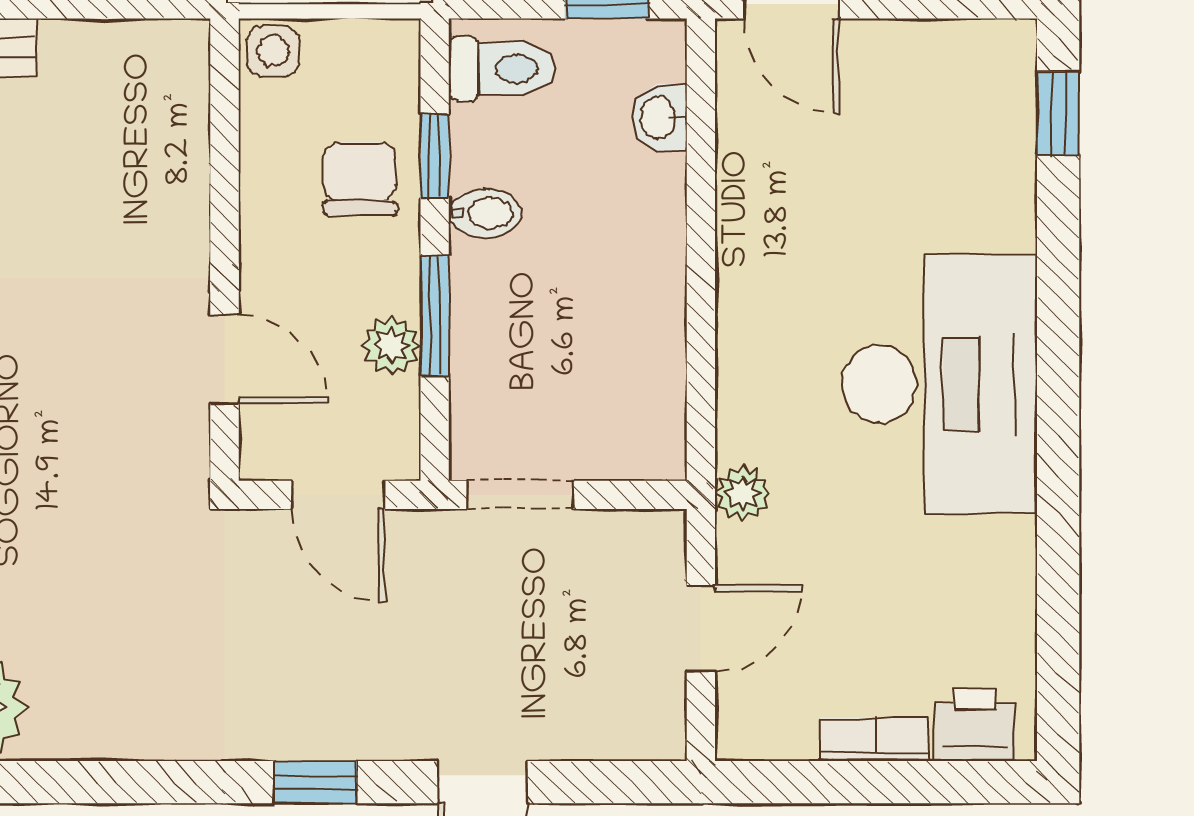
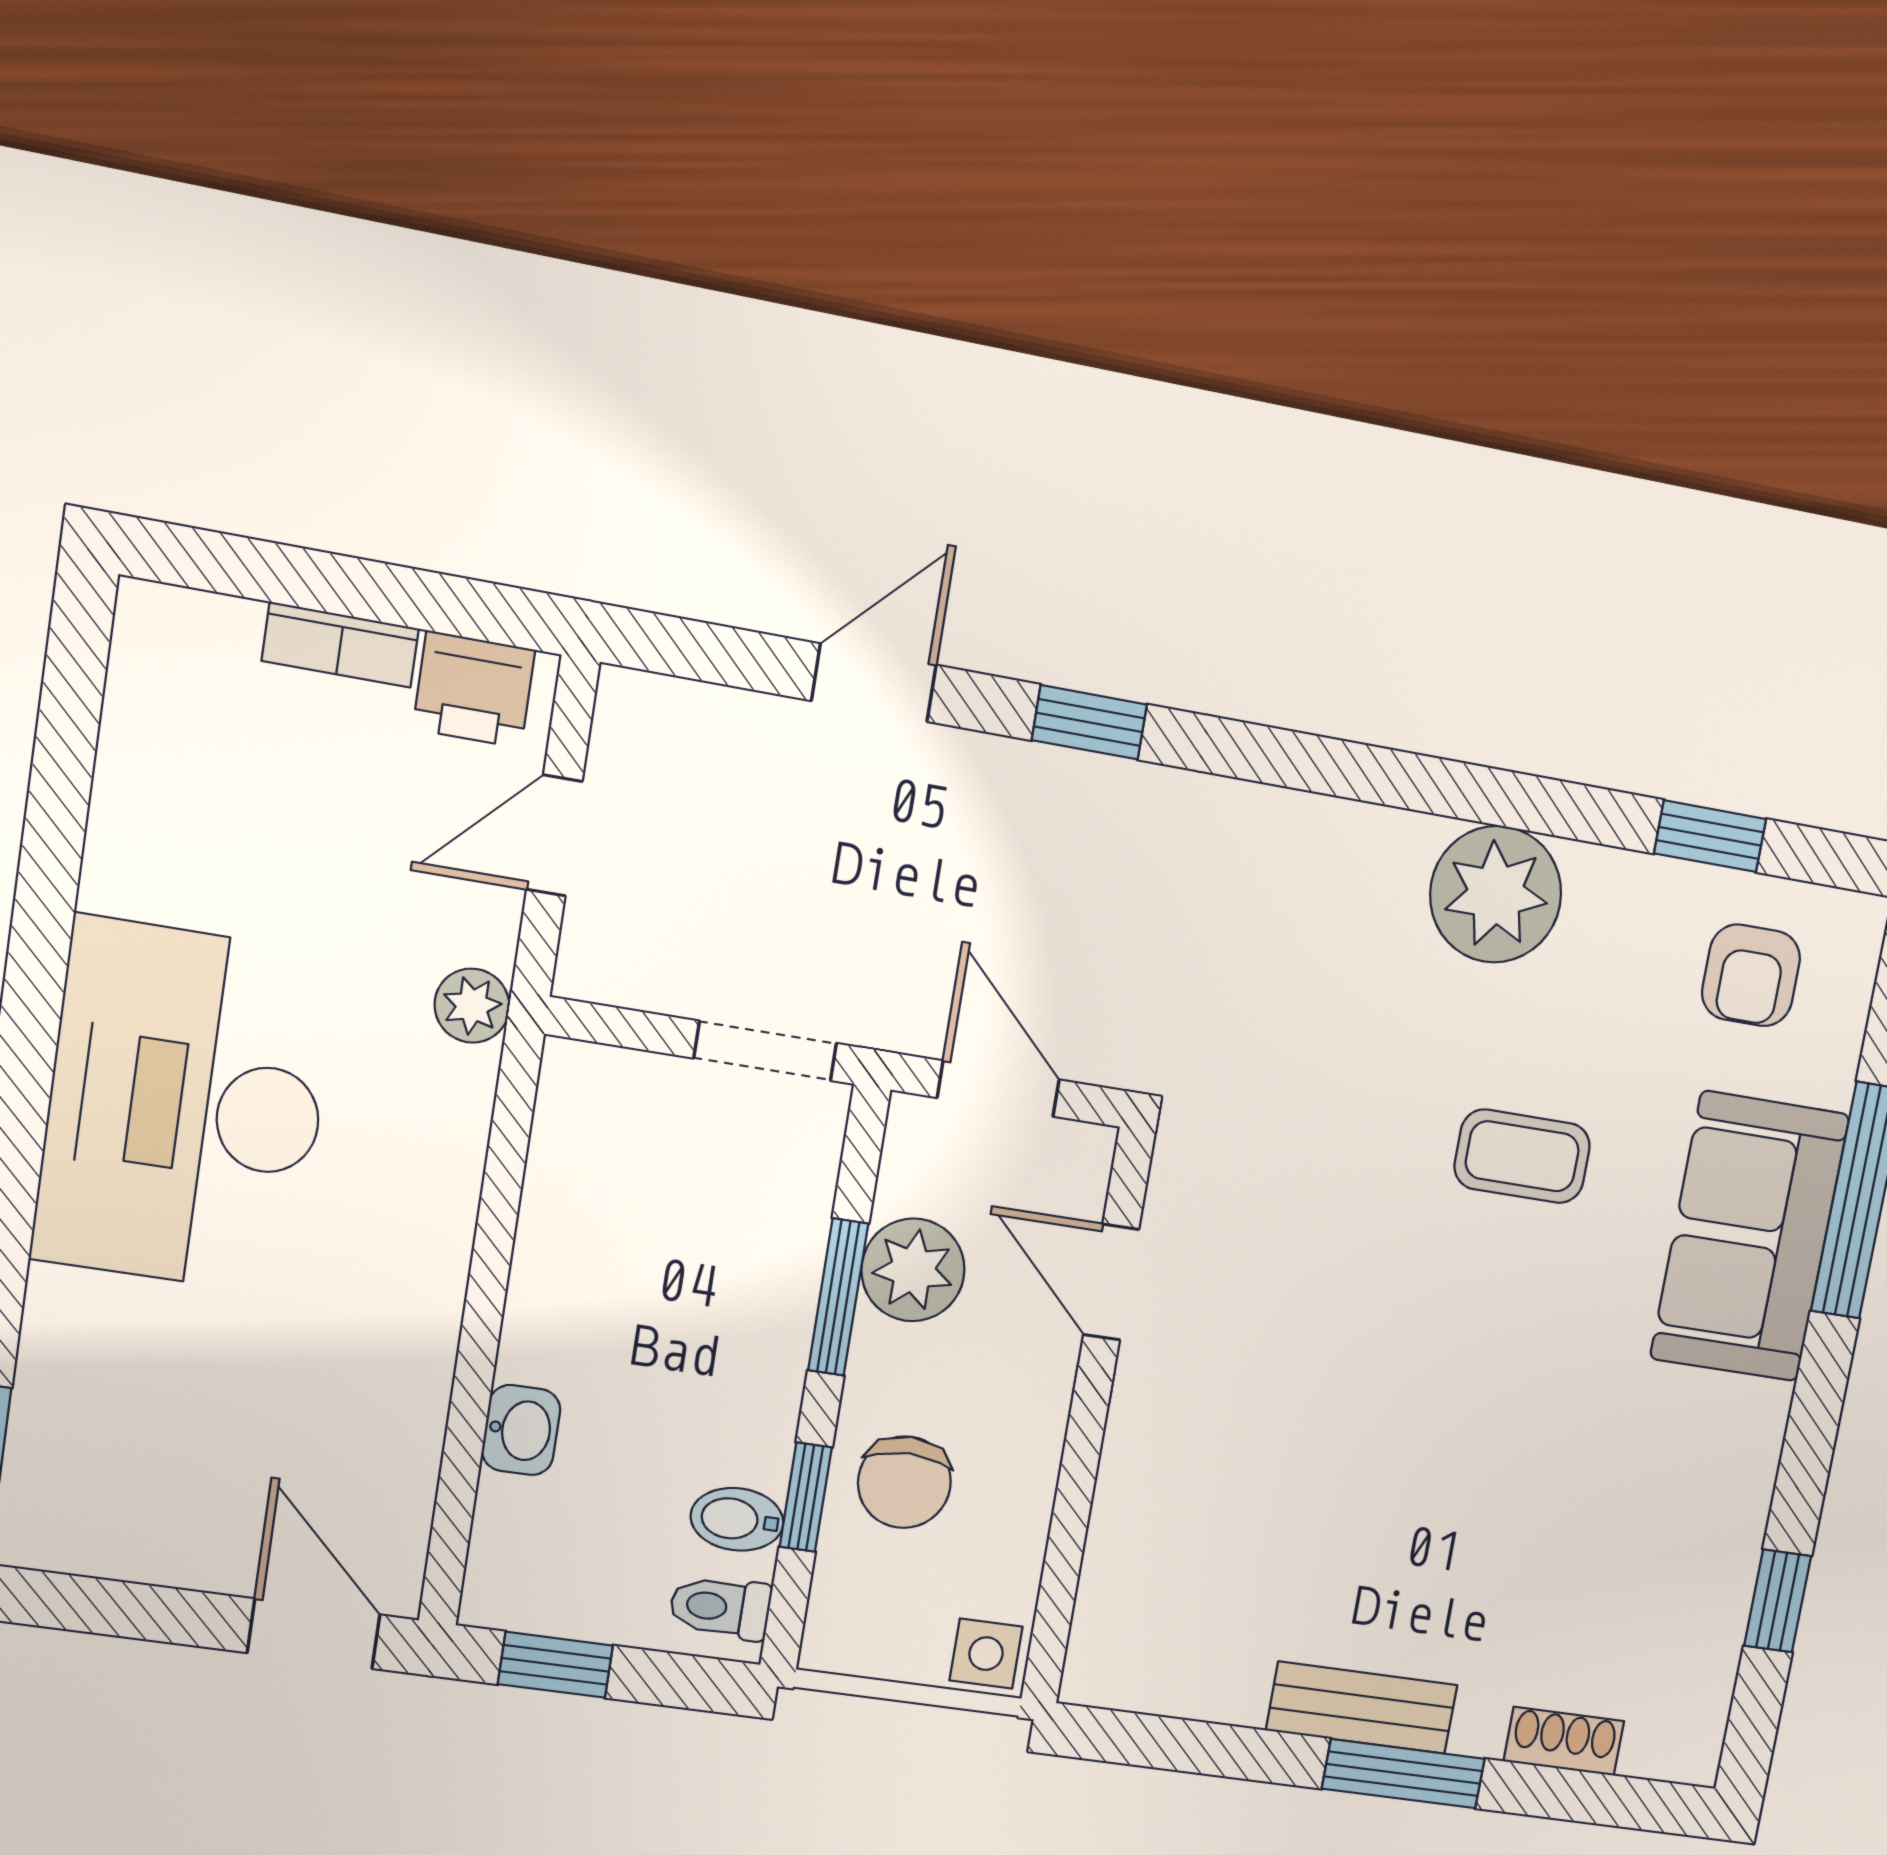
toilet: (502, 69) -> (720, 1607), width x0.73, depth x0.72
washbasin: (660, 118) -> (521, 1430), moved
bidet: (485, 213) -> (737, 1519), moved
plant: (391, 345) -> (913, 1270), width x1.38, depth x1.38
printer: (975, 725) -> (474, 689), moved

